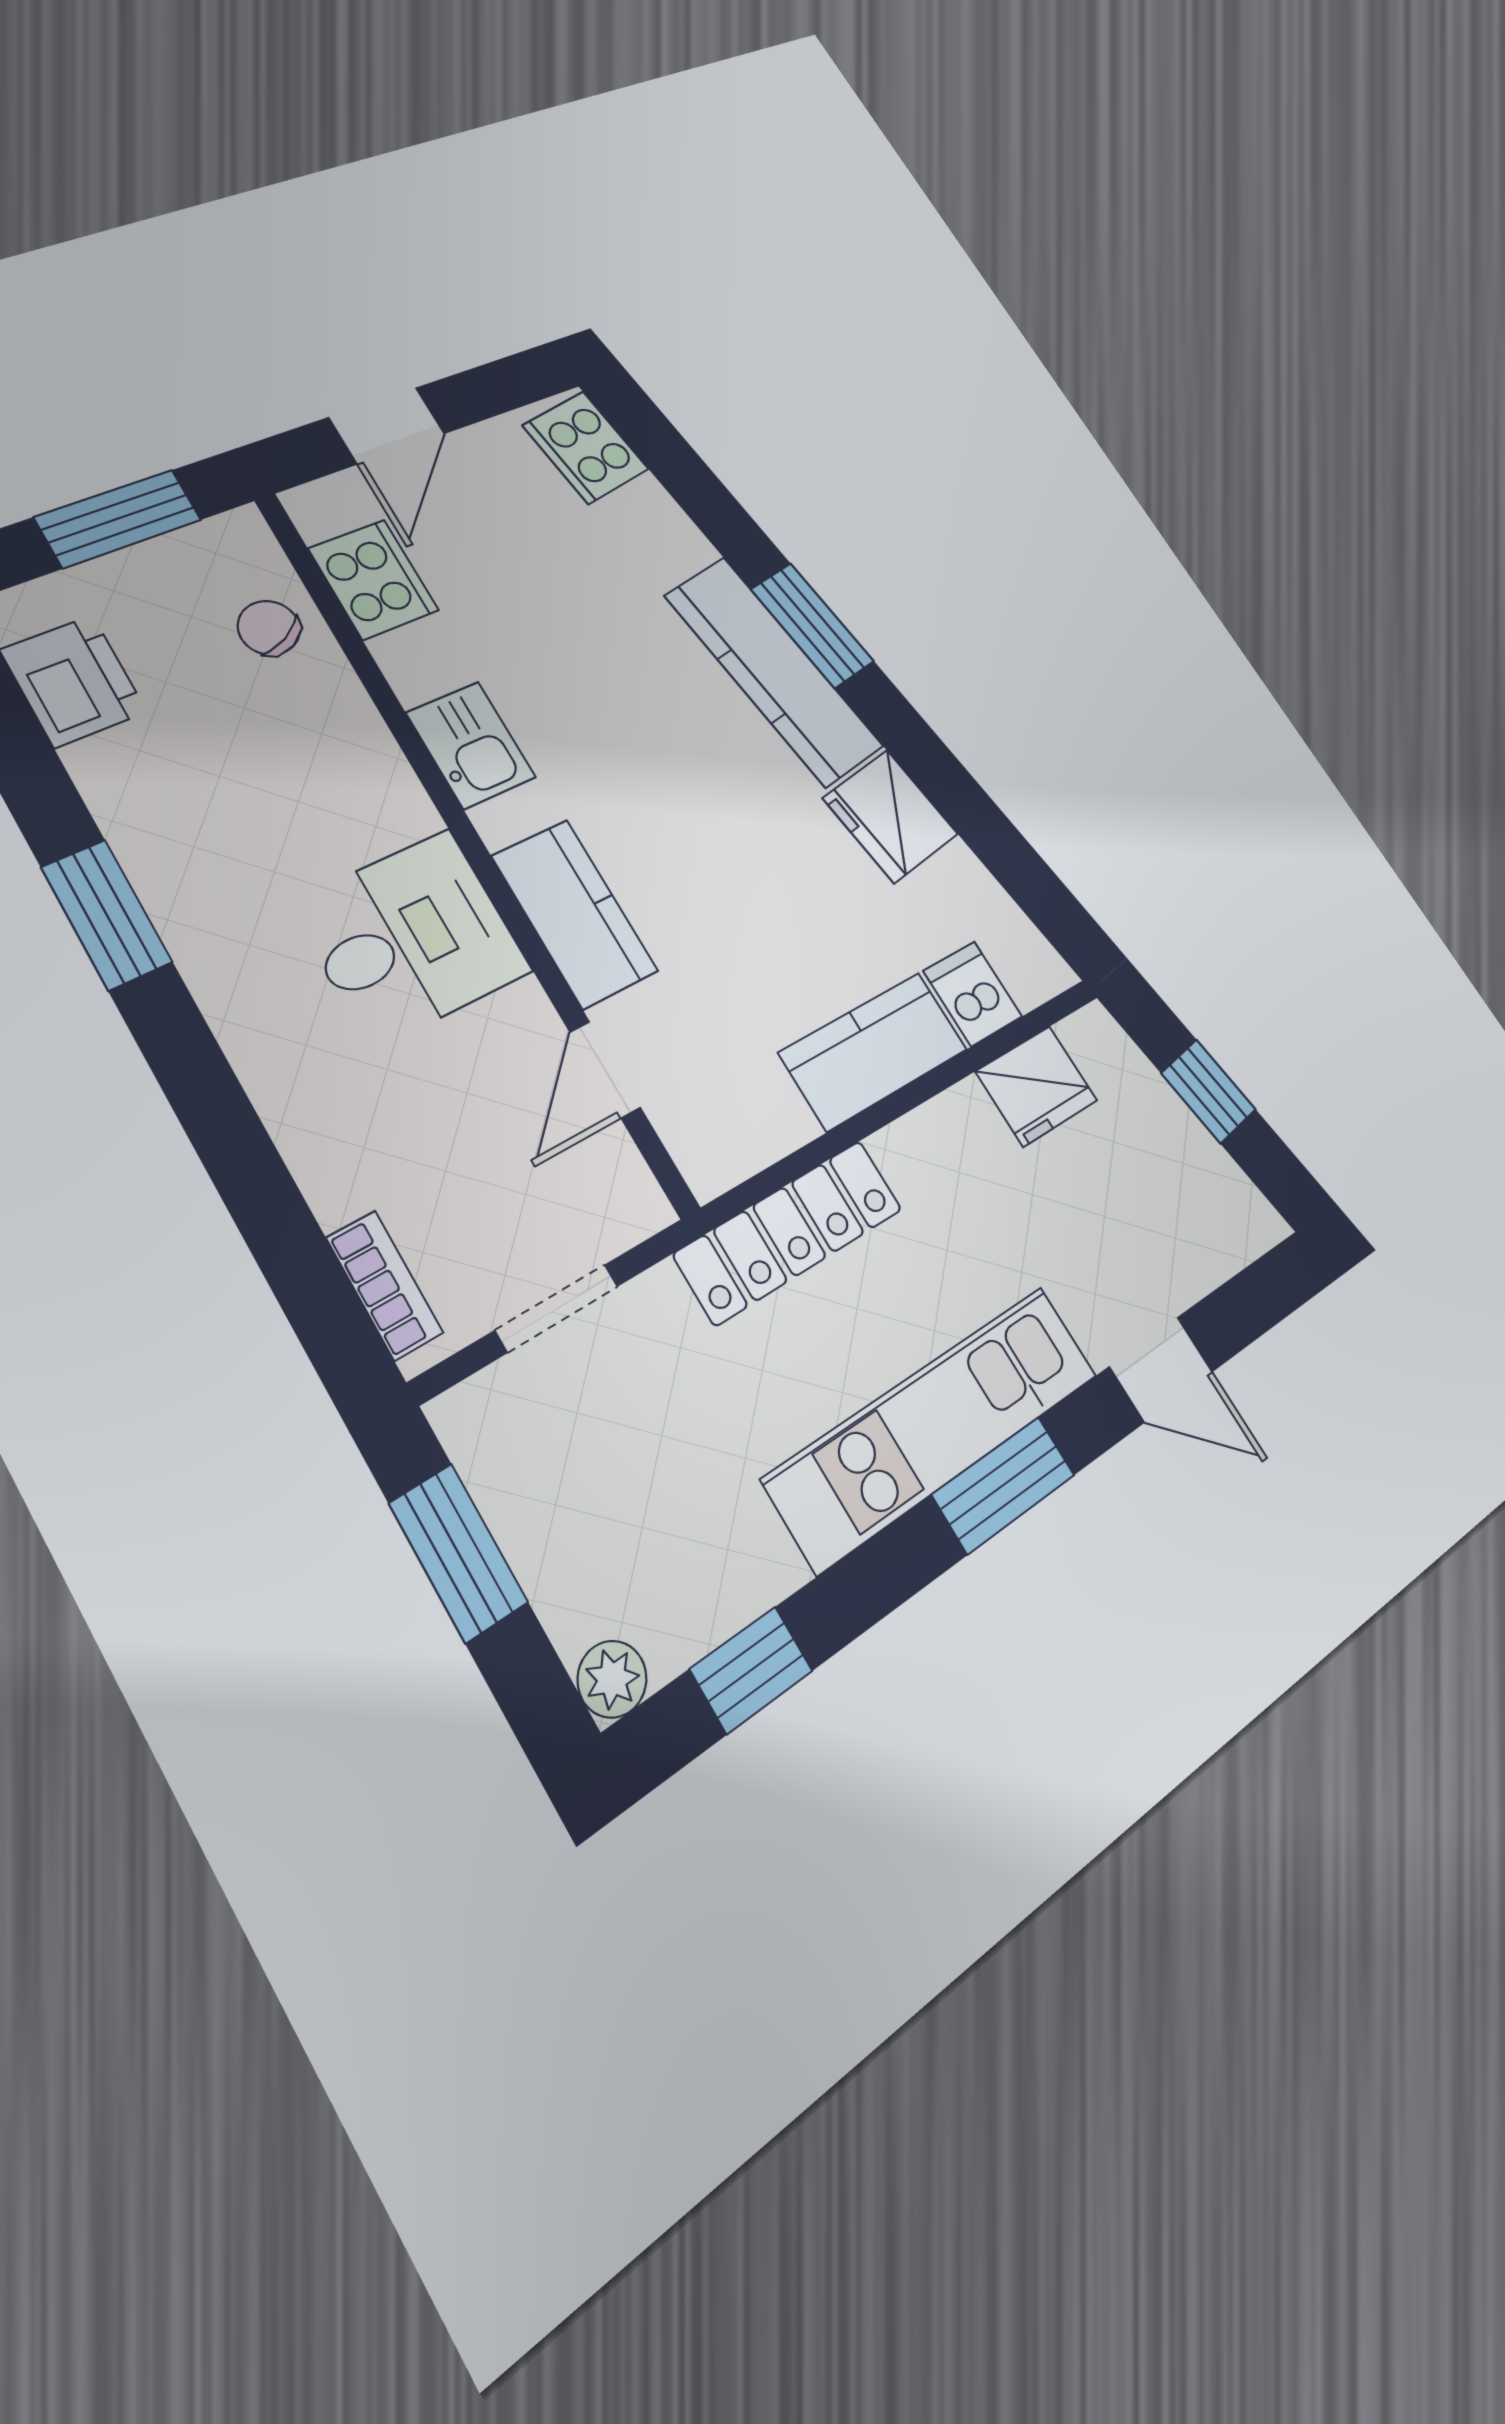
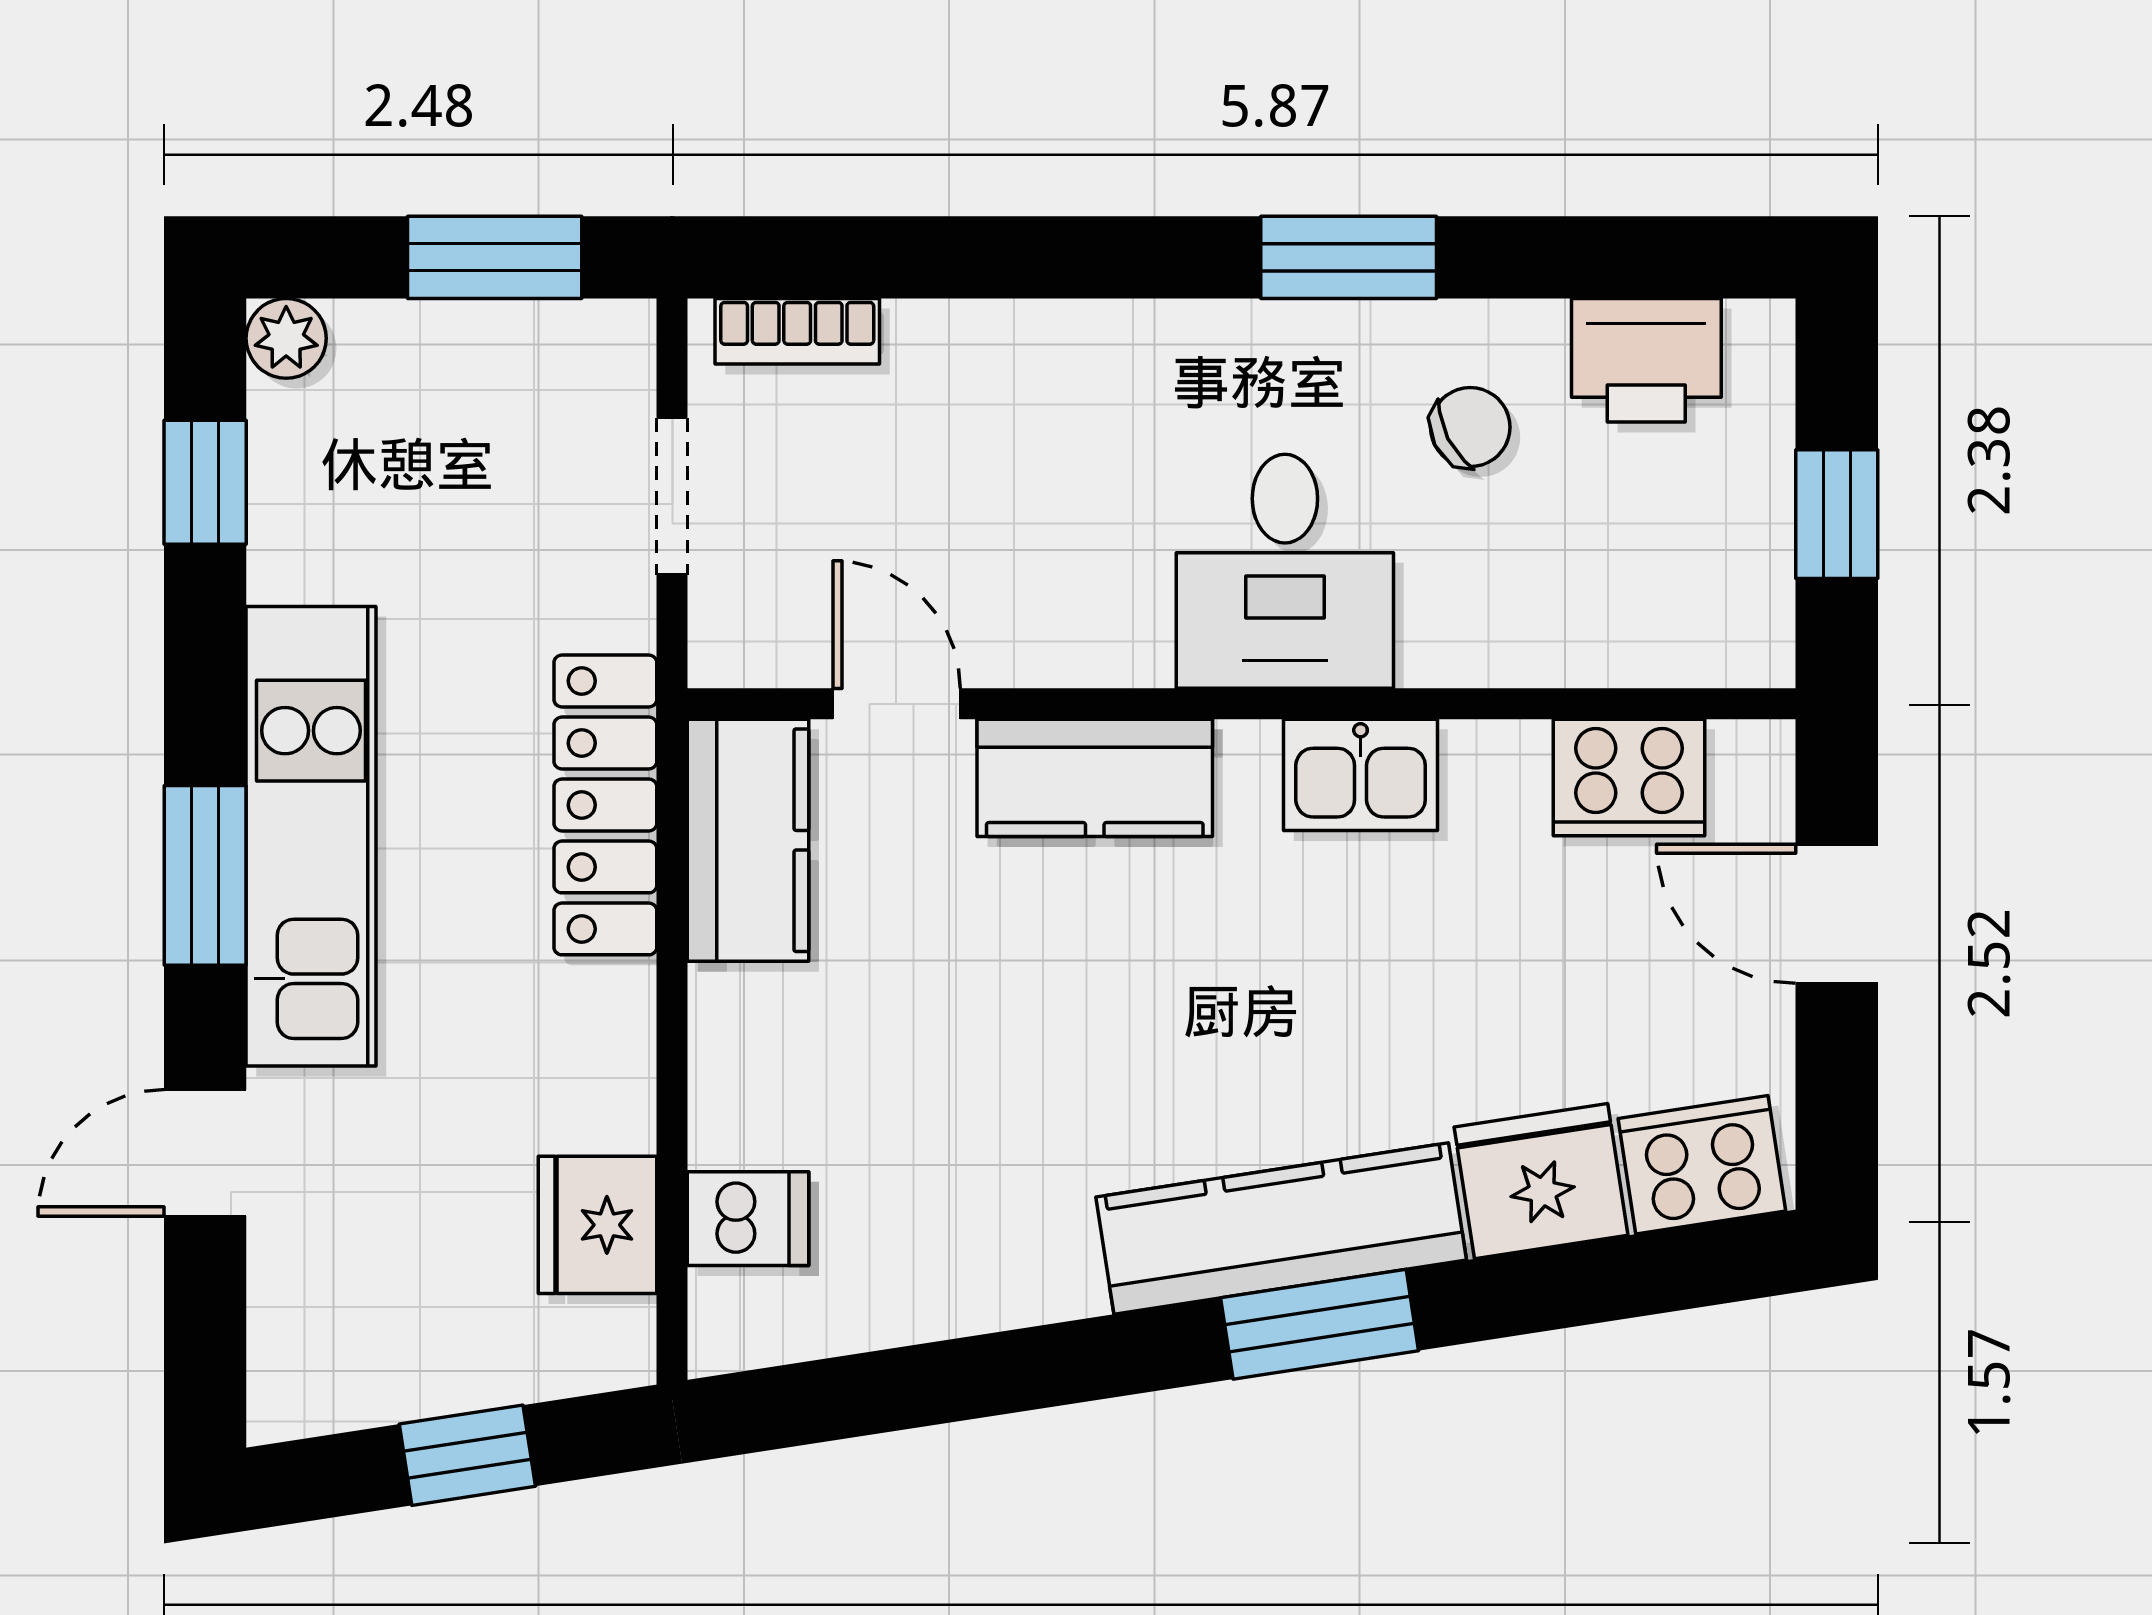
window: (118, 519) -> (1837, 514), width x0.67
chair: (269, 628) -> (1470, 427), moved
fridge: (891, 816) -> (1541, 1181), moved
desk: (411, 938) -> (1285, 571), moved
kitchen counter: (874, 1051) -> (748, 840), moved

